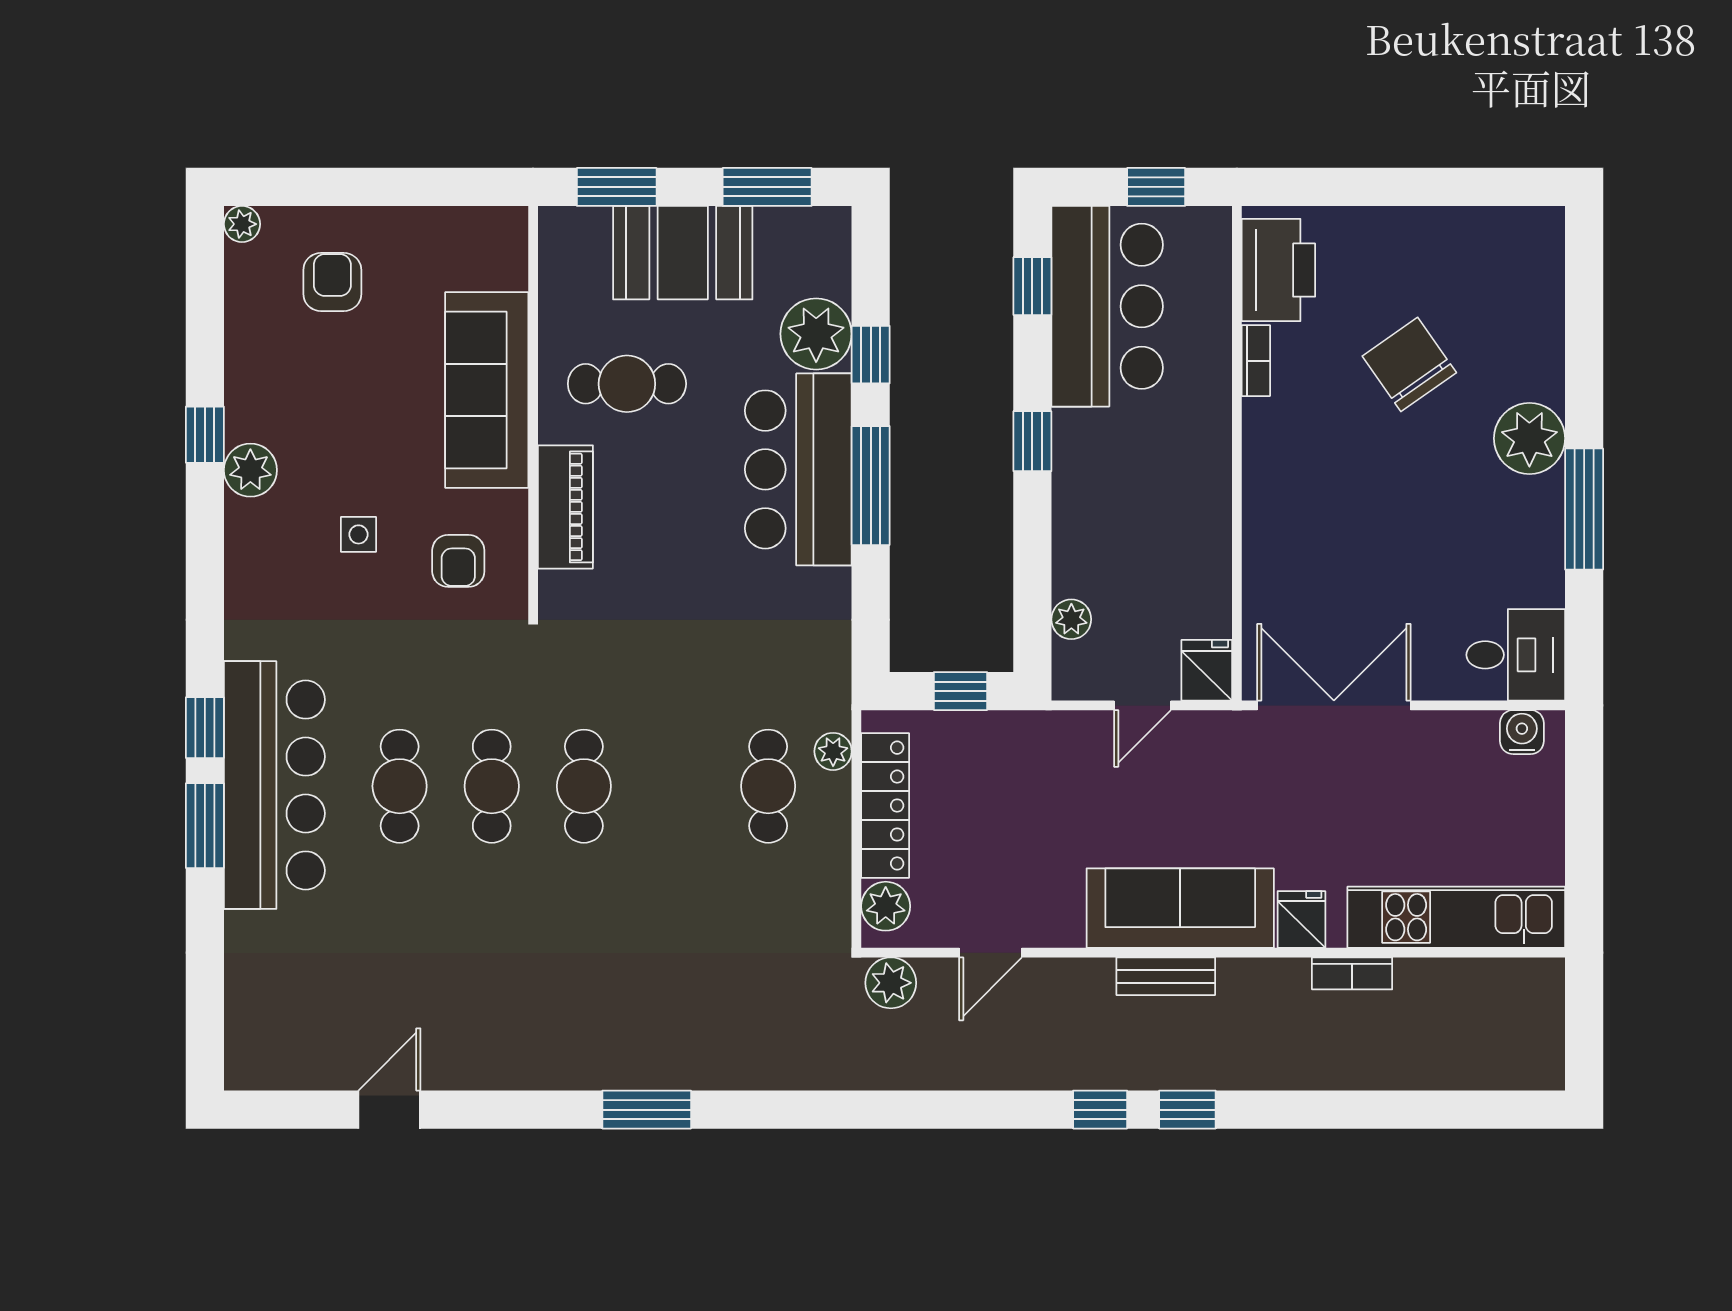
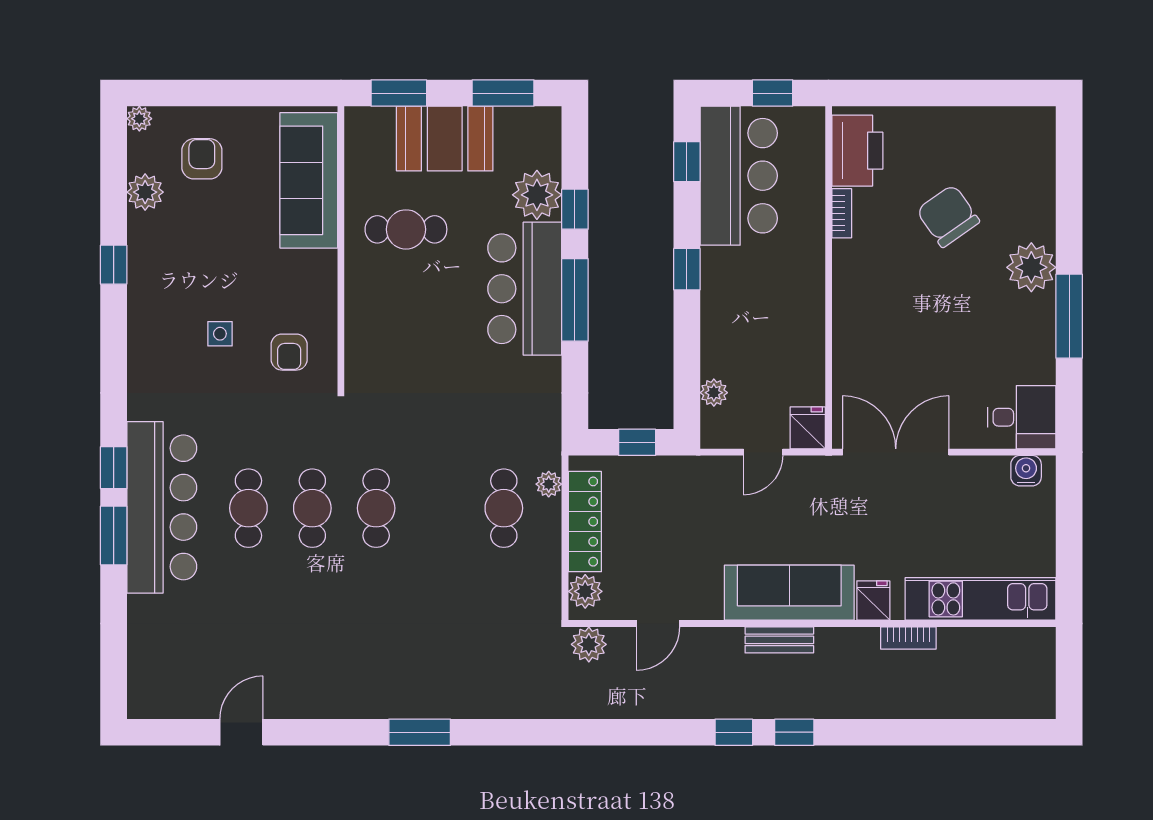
sofa: (487, 390) -> (309, 180), moved
plant: (250, 470) -> (145, 192), moved
piano: (565, 507) -> (363, 315), removed

